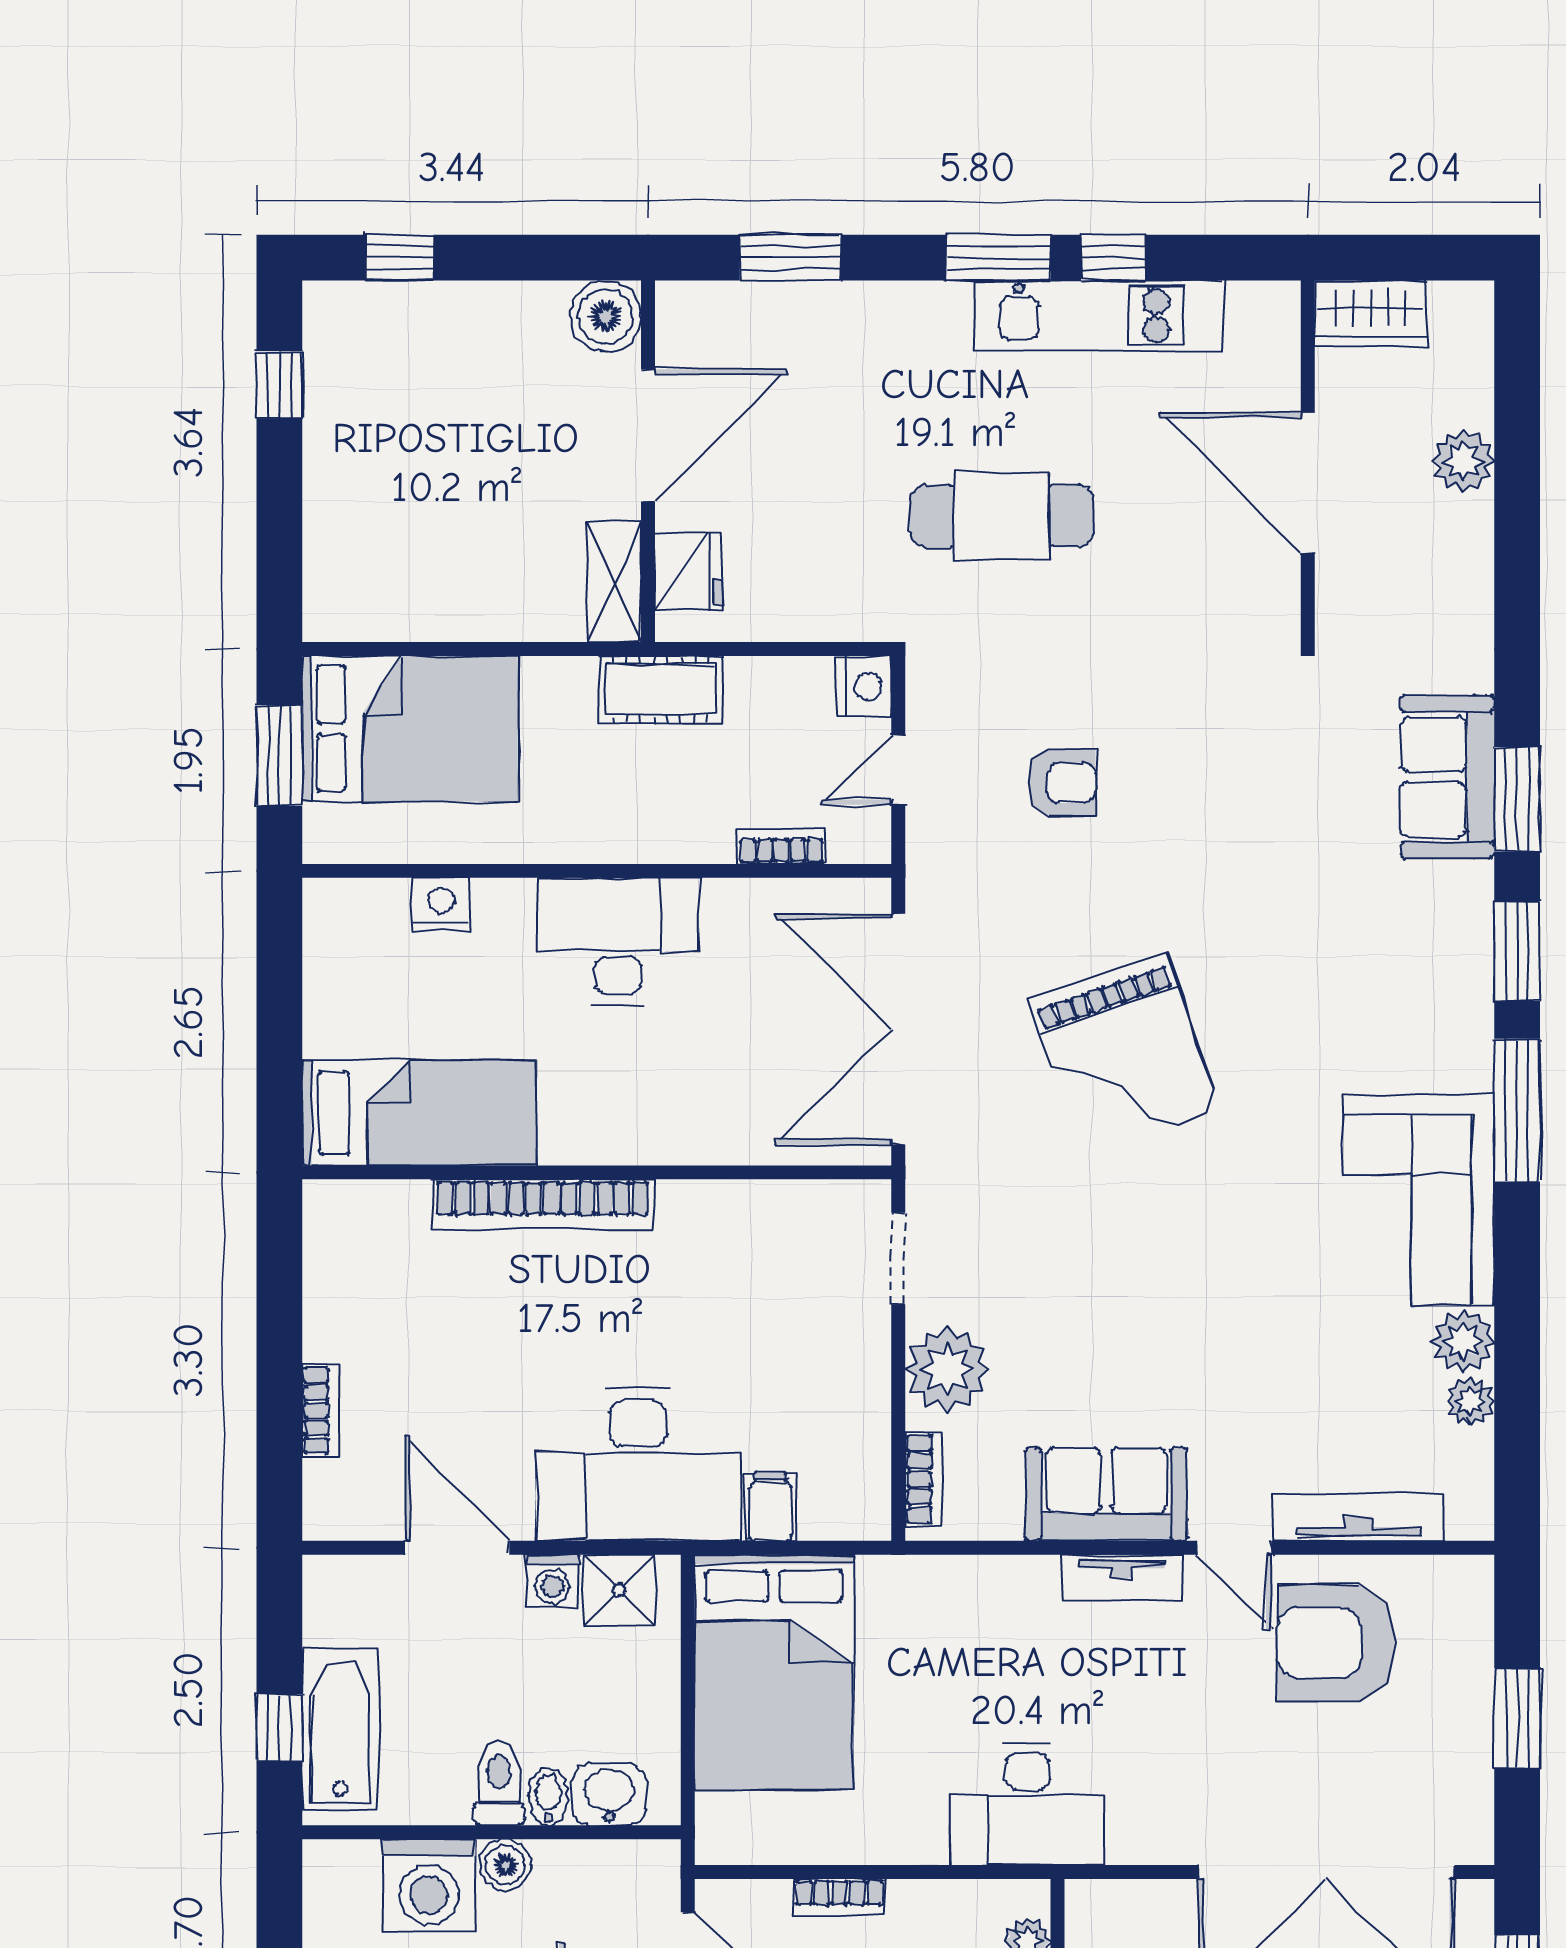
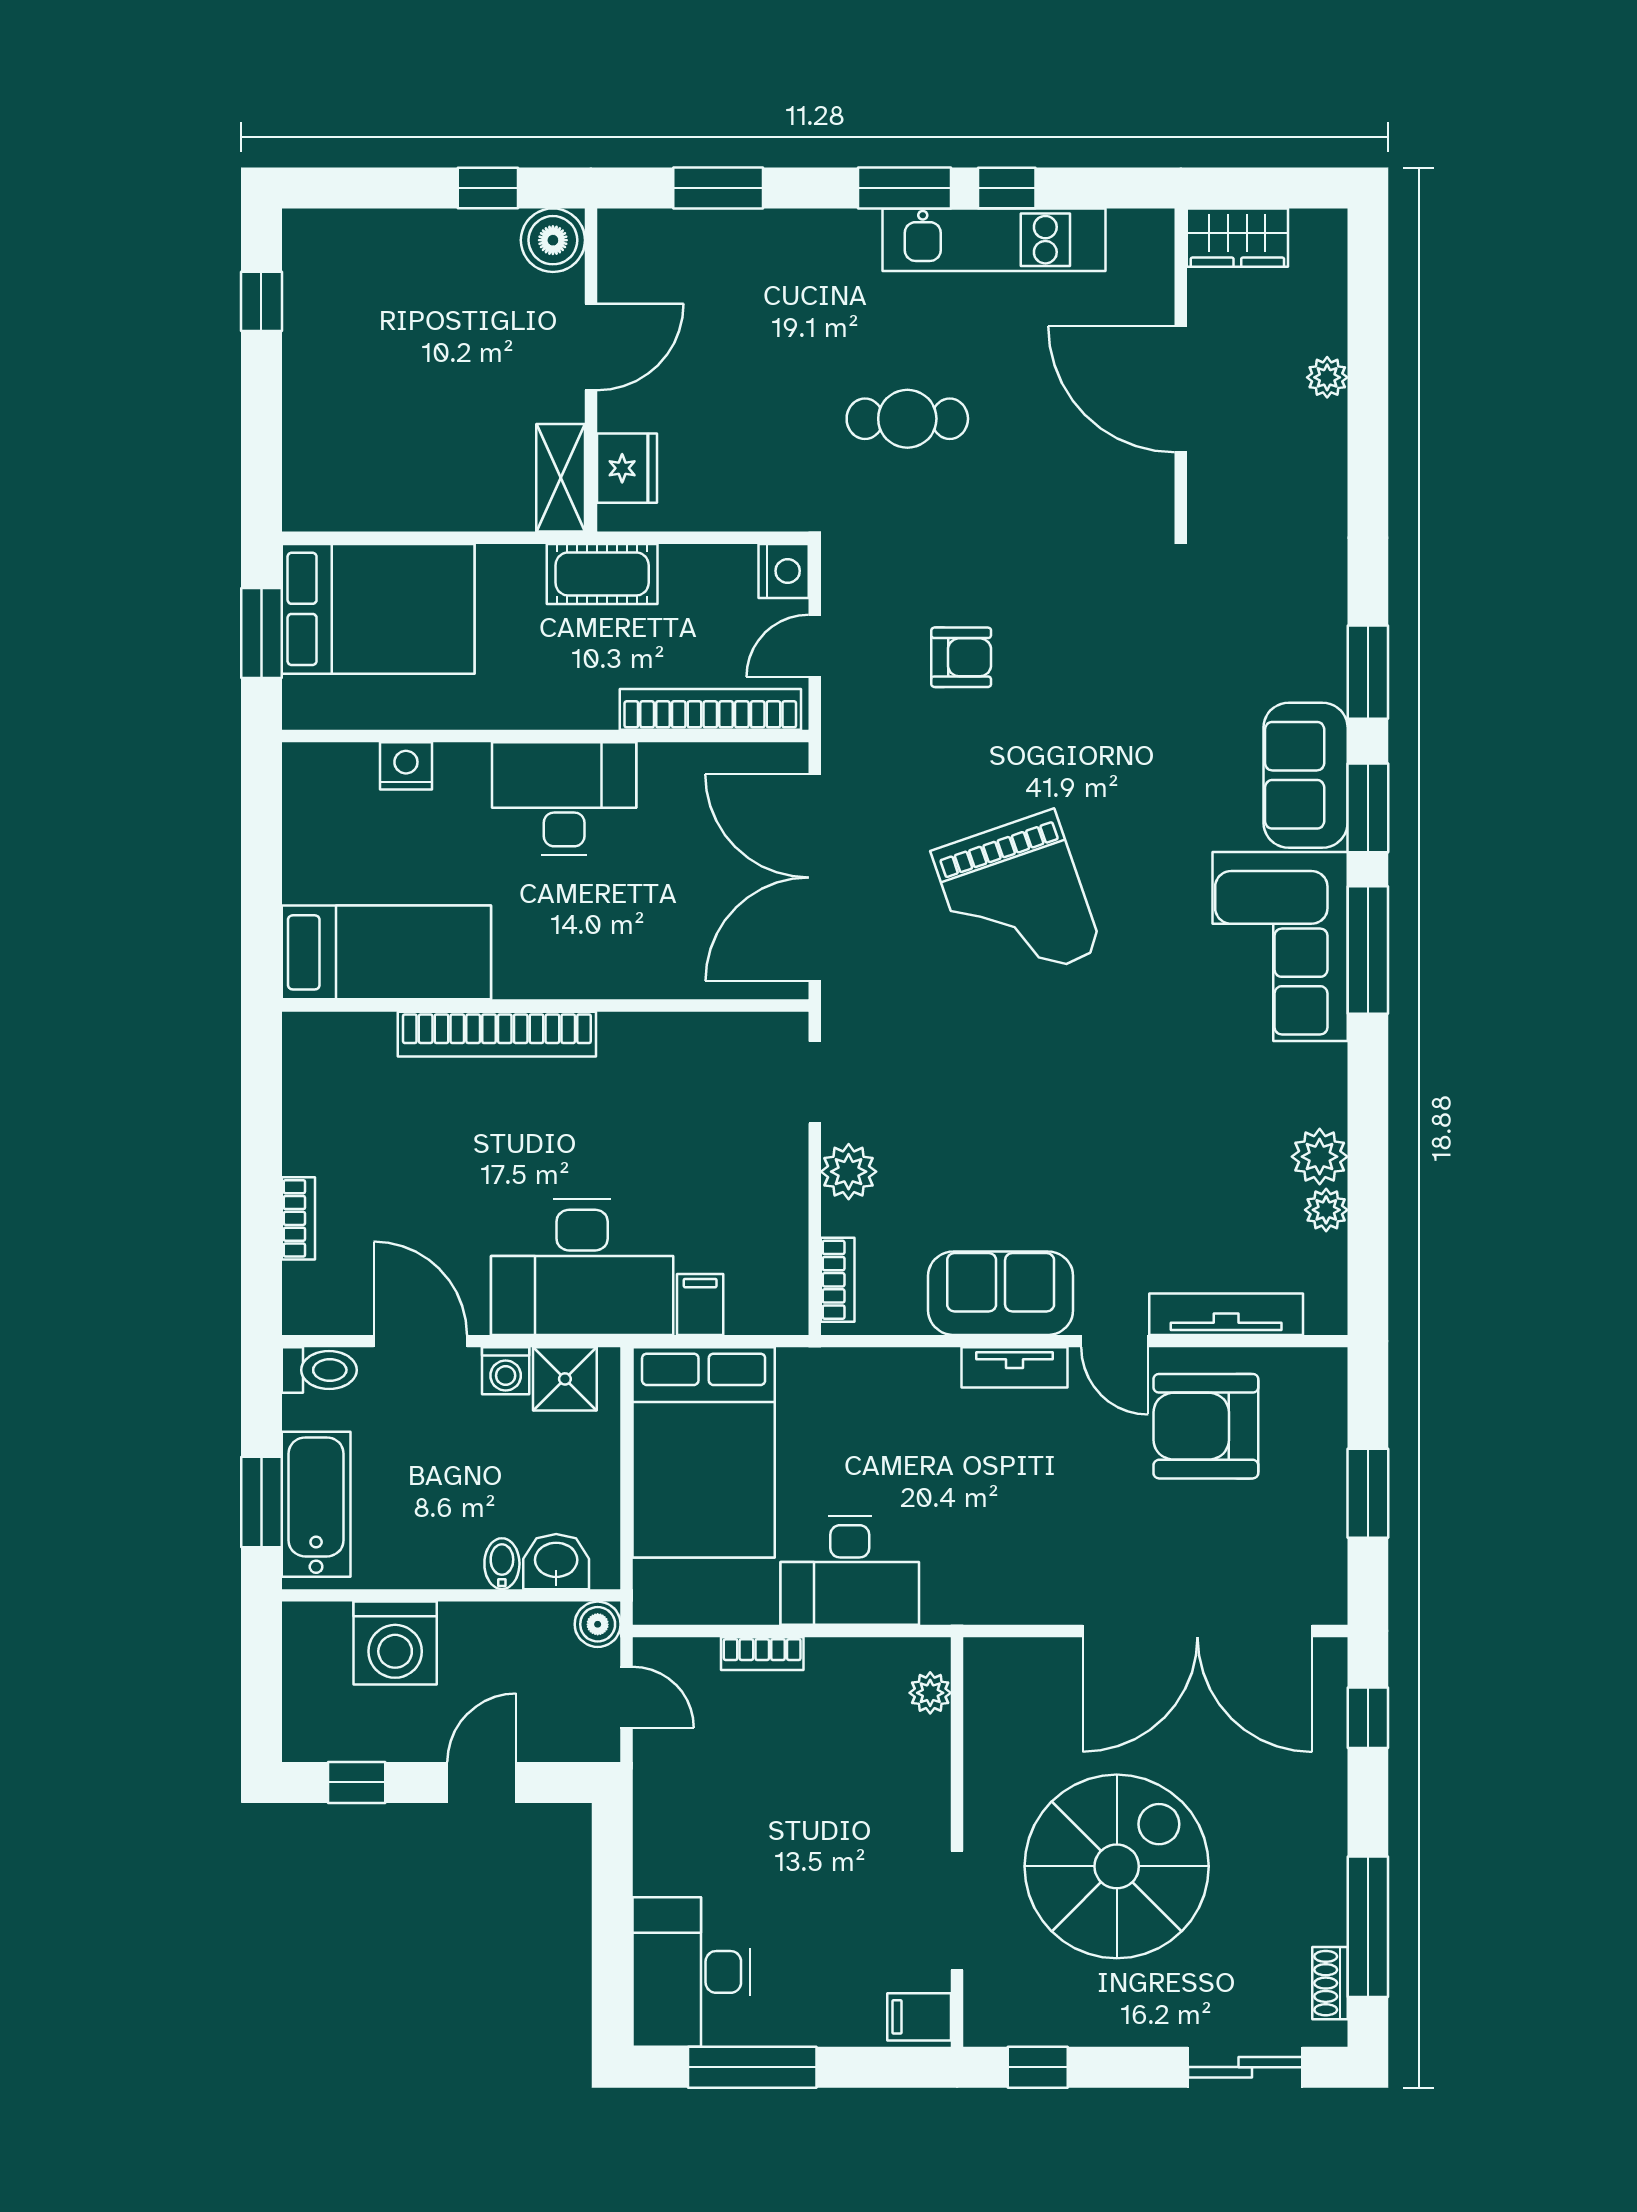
window: (400, 258) -> (488, 188), moved
door: (648, 436) -> (591, 347), width x0.73
plant: (1463, 461) -> (1327, 377), width x0.73, depth x0.73
cafe table: (1002, 516) -> (907, 419), width x0.73, depth x0.74
sofa: (1447, 777) -> (1306, 775), moved
bookcase: (781, 847) -> (710, 709), width x2.31, depth x1.31
corner sofa: (1419, 1200) -> (1280, 947), moved
plant: (947, 1369) -> (849, 1172), width x0.73, depth x0.73
window: (279, 1728) -> (261, 1502), width x1.50
toilet: (499, 1783) -> (319, 1370), moved, turned 90
desk: (1028, 1805) -> (850, 1571), moved
boiler: (505, 1865) -> (598, 1624), moved

